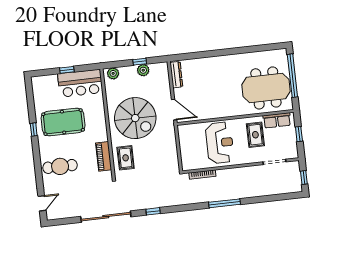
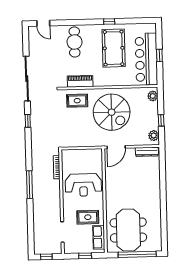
plant: (143, 70) -> (154, 136), moved
bar counter: (80, 83) -> (146, 59), width x1.36
spiral stairs: (135, 118) -> (112, 112), turned -90

